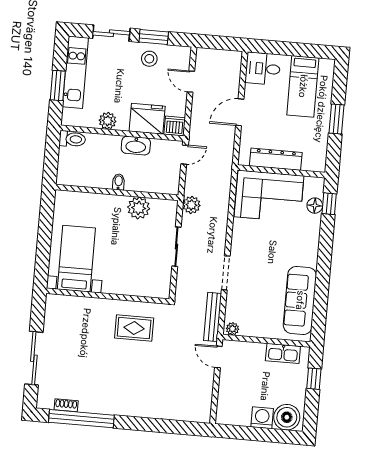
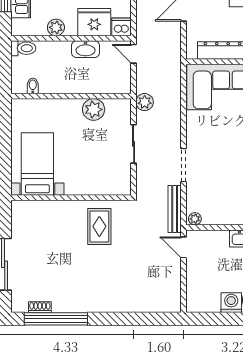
door: (185, 155) -> (134, 54), swing flipped
bidet: (119, 182) -> (33, 86), moved
rug: (134, 328) -> (99, 226), turned 90

